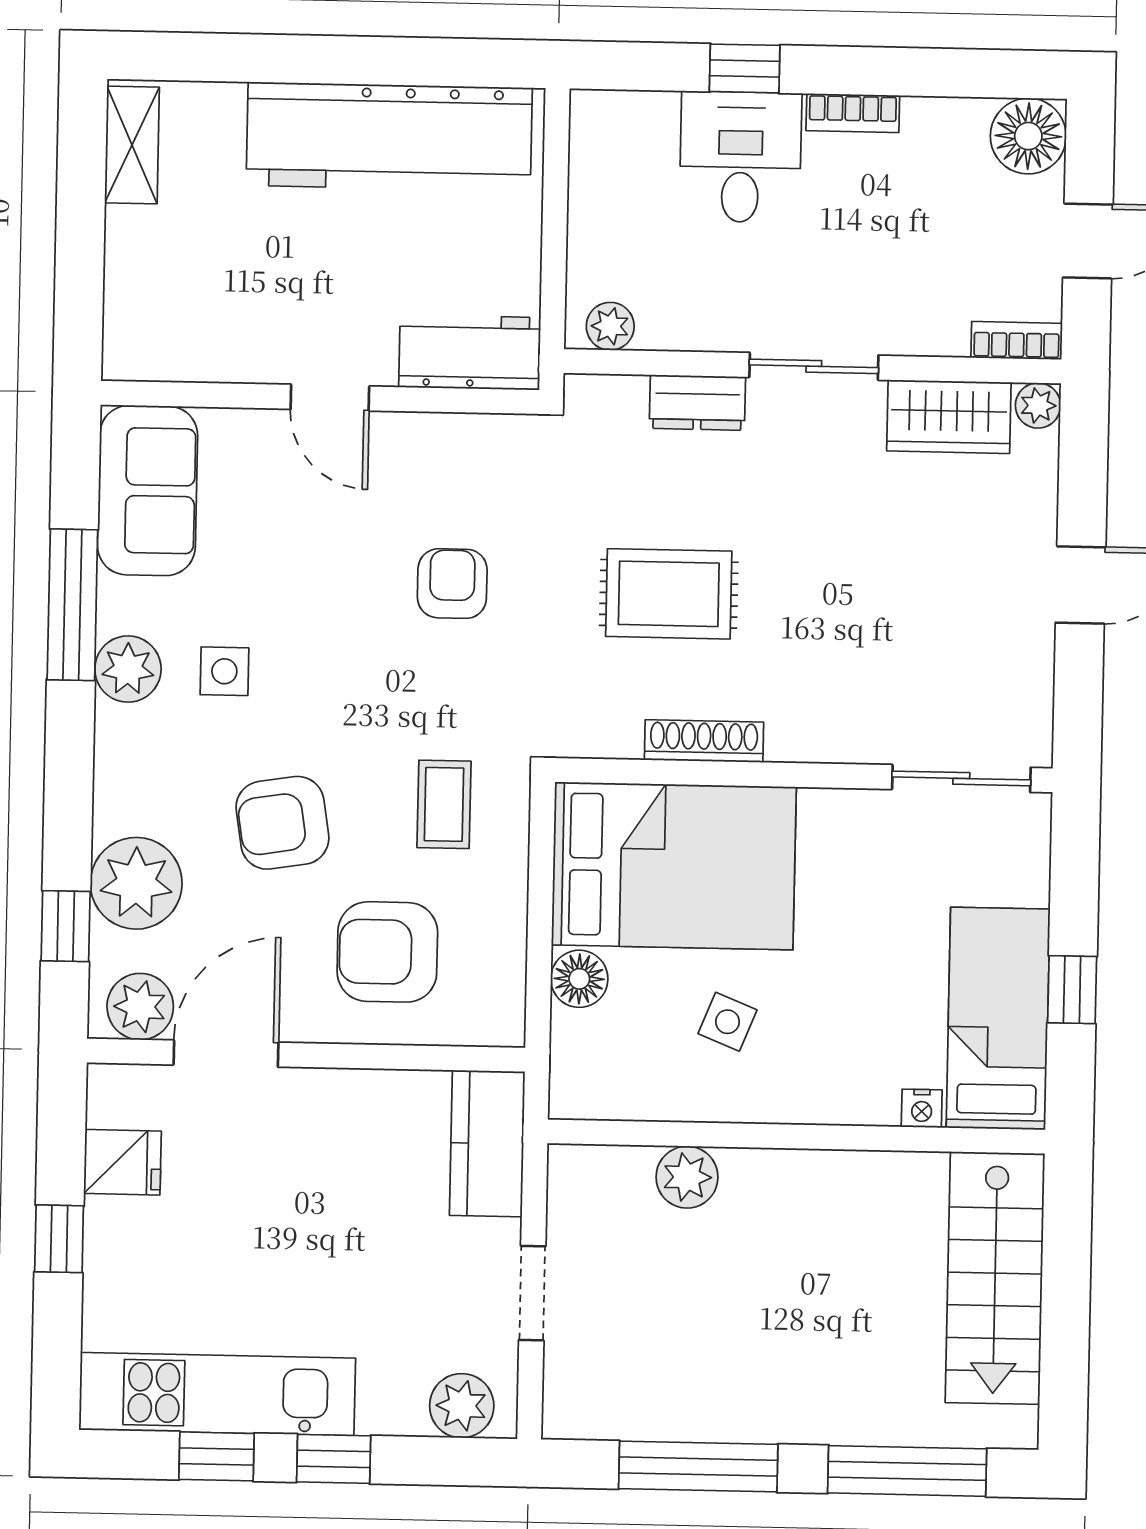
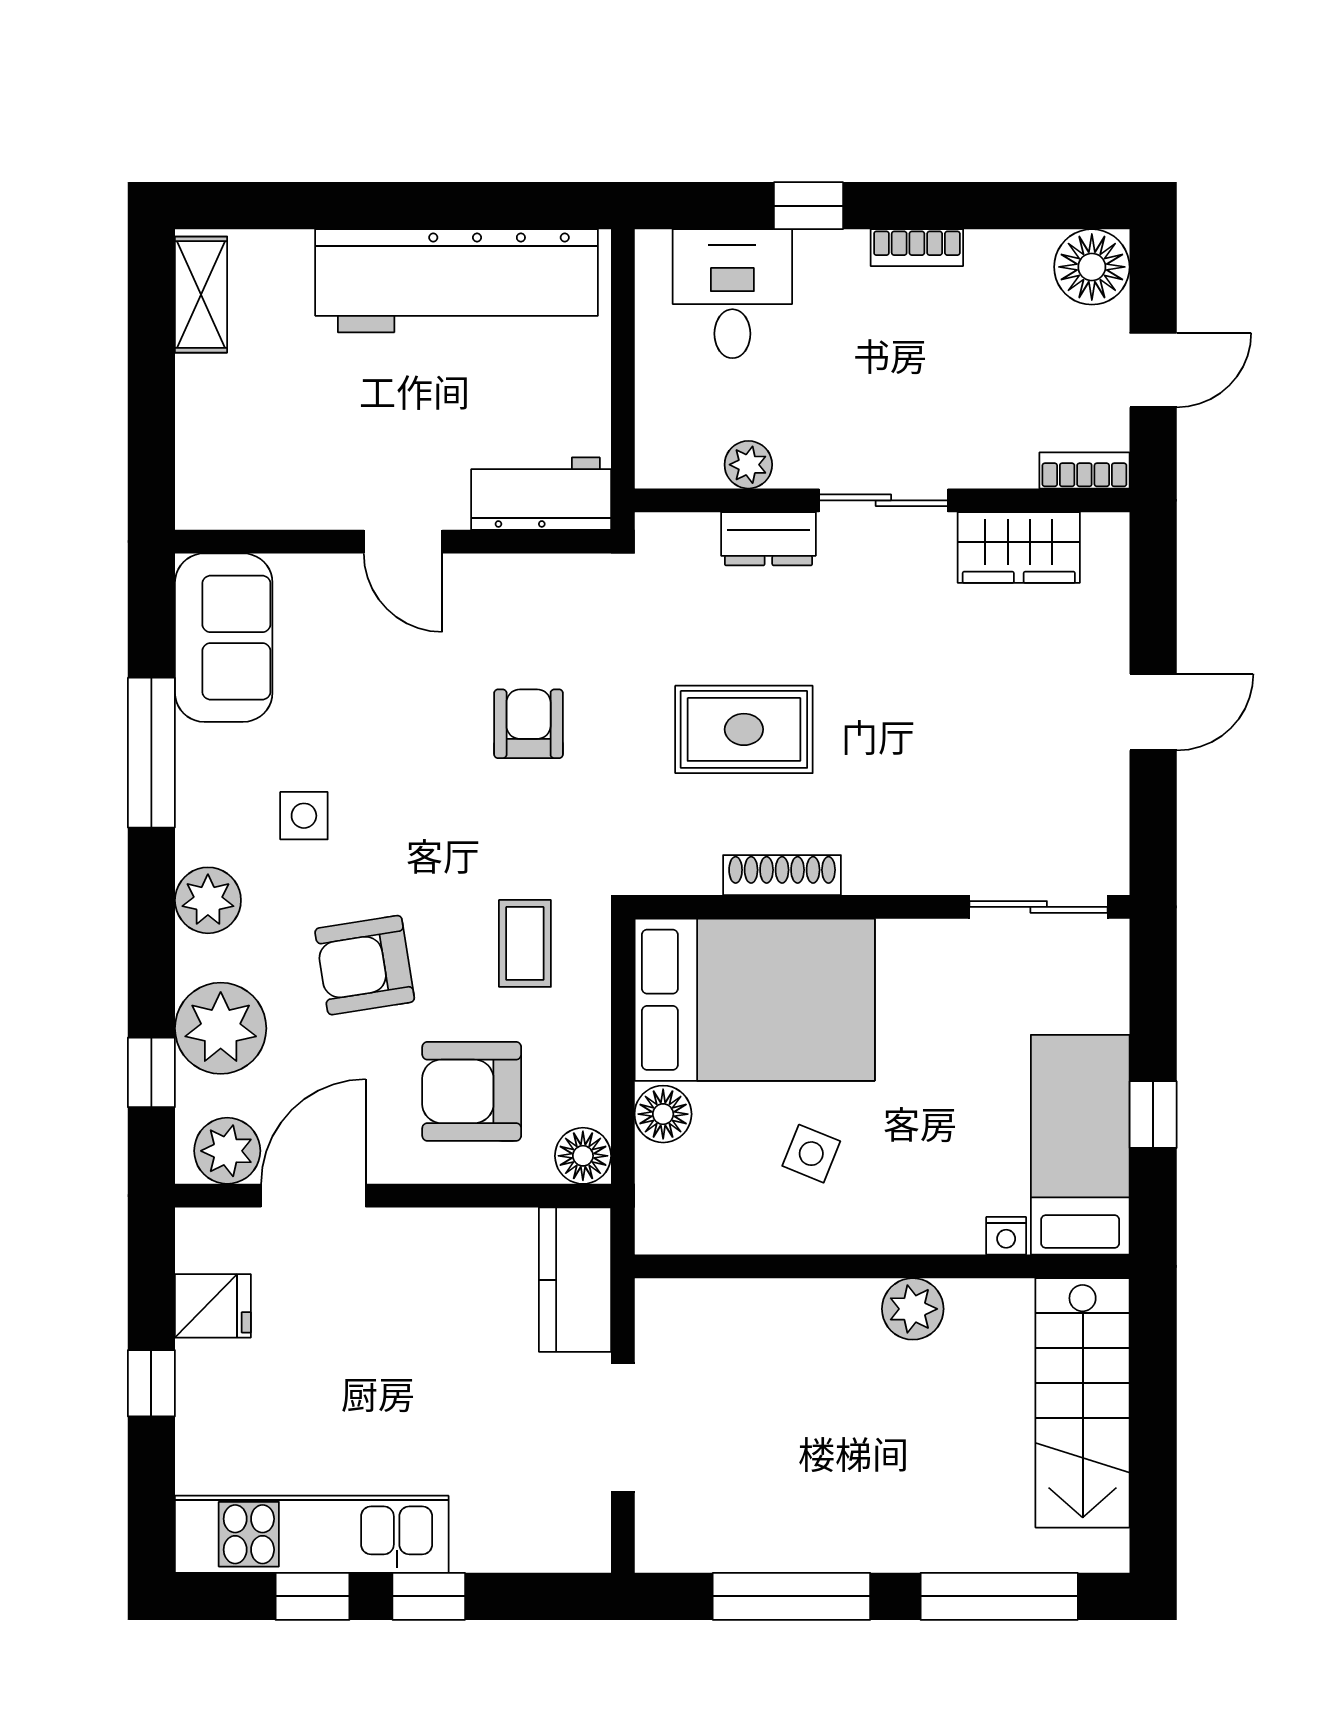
desk: (741, 157) -> (732, 294), moved
plant: (610, 326) -> (748, 465), moved
plant: (1038, 405) -> (1107, 535), removed
plant: (128, 669) -> (208, 900), moved
floor lamp: (498, 1019) -> (583, 1156), added
plant: (687, 1177) -> (913, 1309), moved
doorway: (532, 1293) -> (623, 1427), width x1.38
plant: (462, 1406) -> (555, 1541), removed

